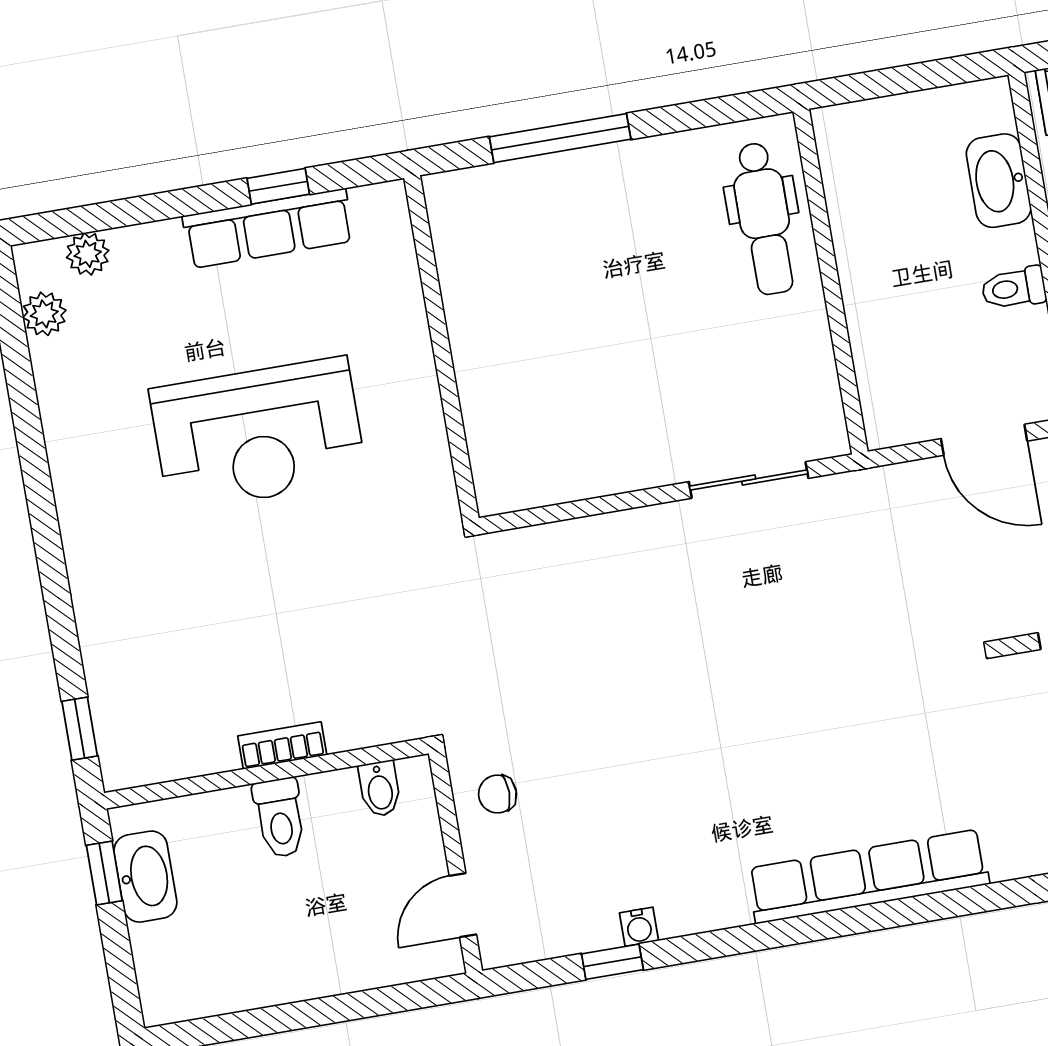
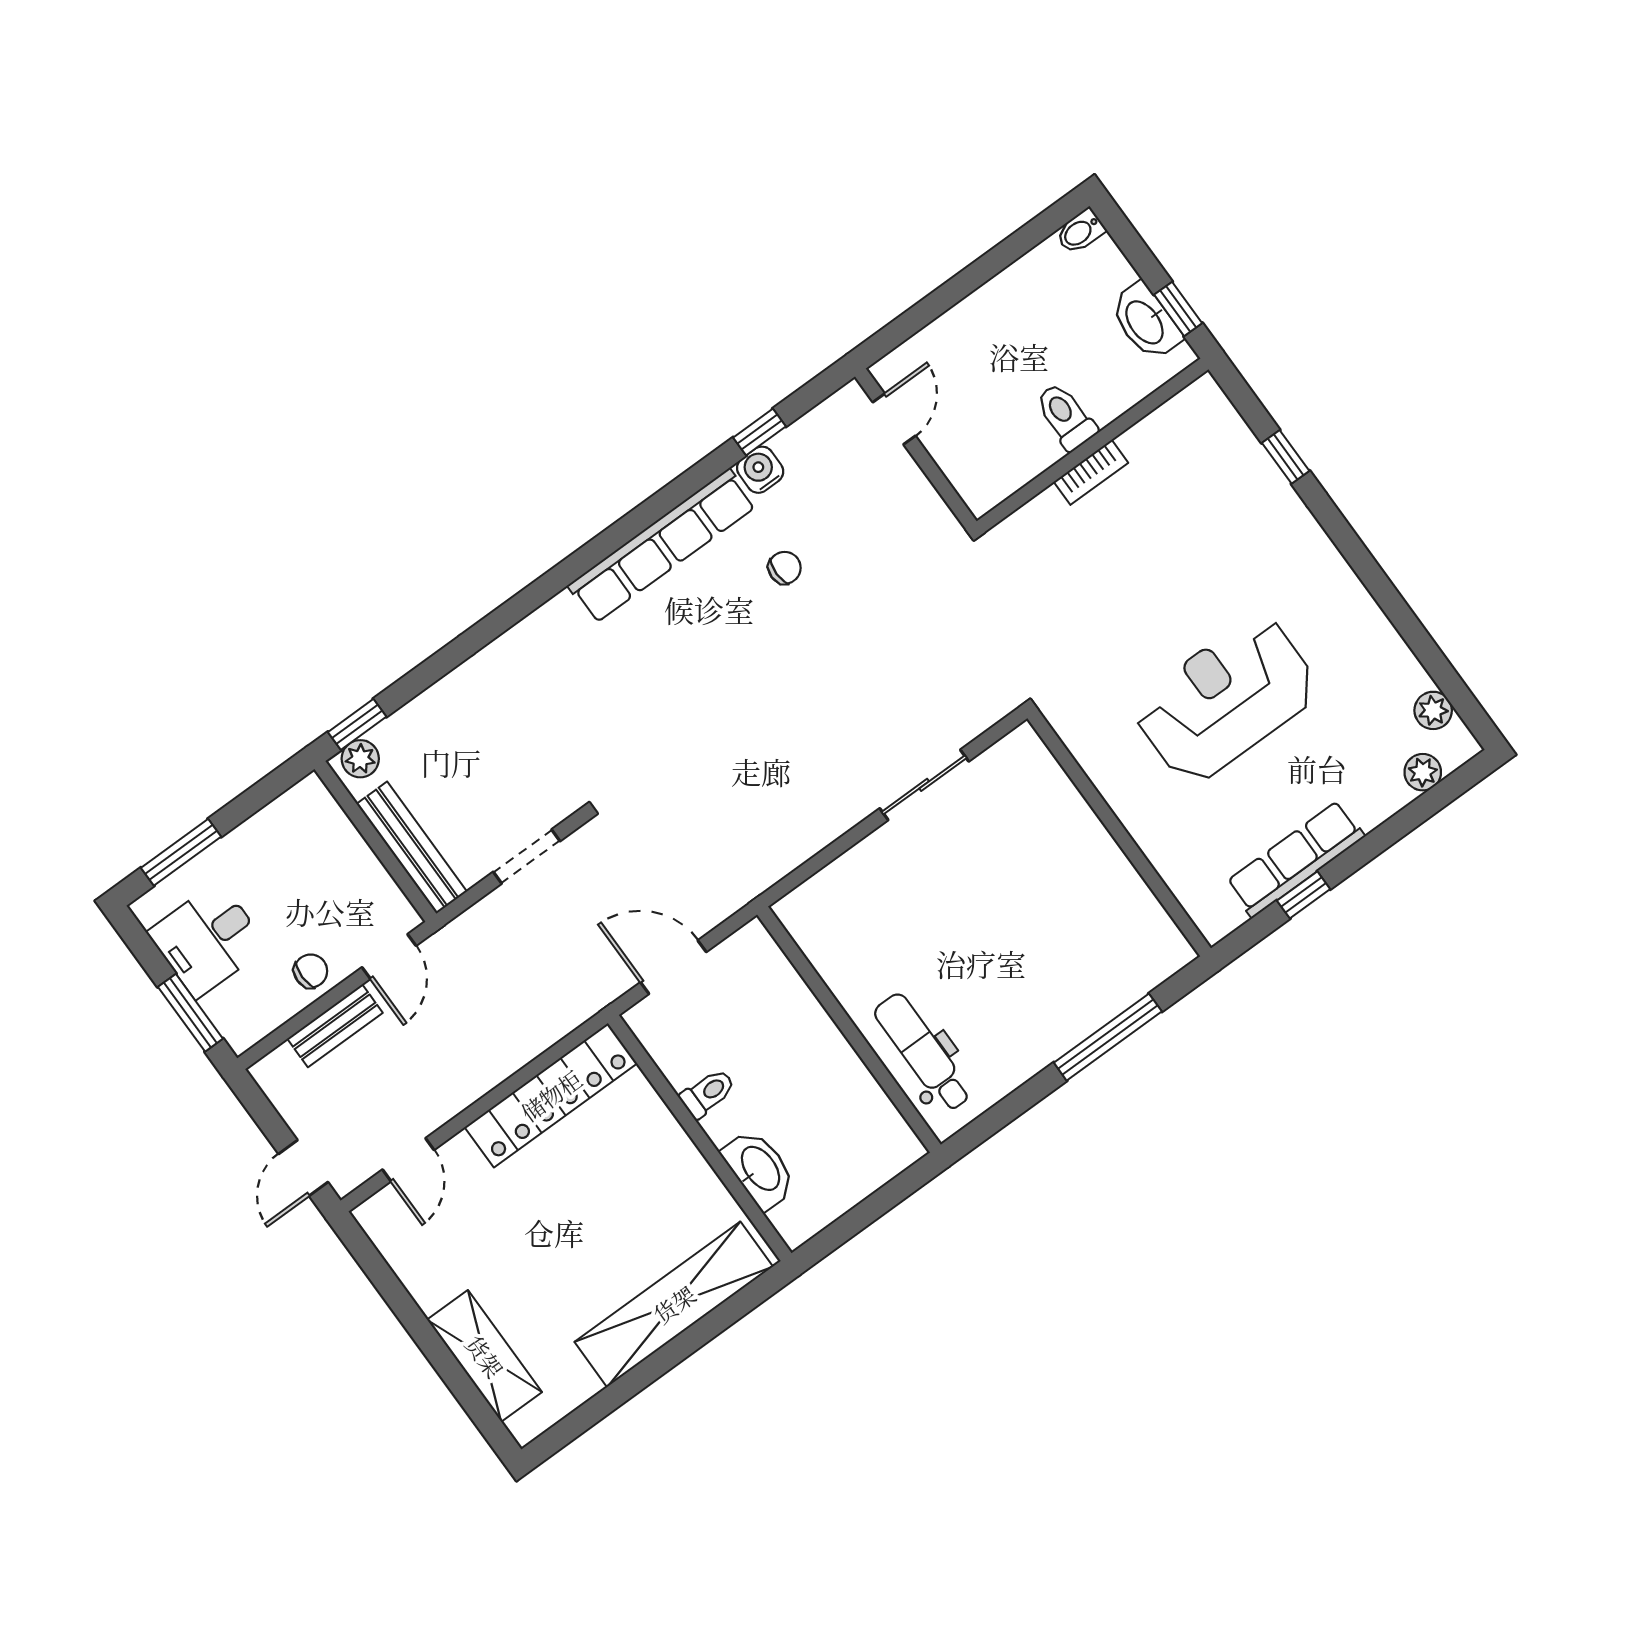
sliding door: (749, 480) -> (924, 785), moved
window: (80, 729) -> (1286, 457), moved
bidet: (380, 789) -> (1080, 231), moved, turned -90
chair: (497, 794) -> (785, 568), moved
row of seats: (868, 876) -> (662, 546), moved
water cooler: (639, 927) -> (760, 470), width x1.38, depth x1.38

